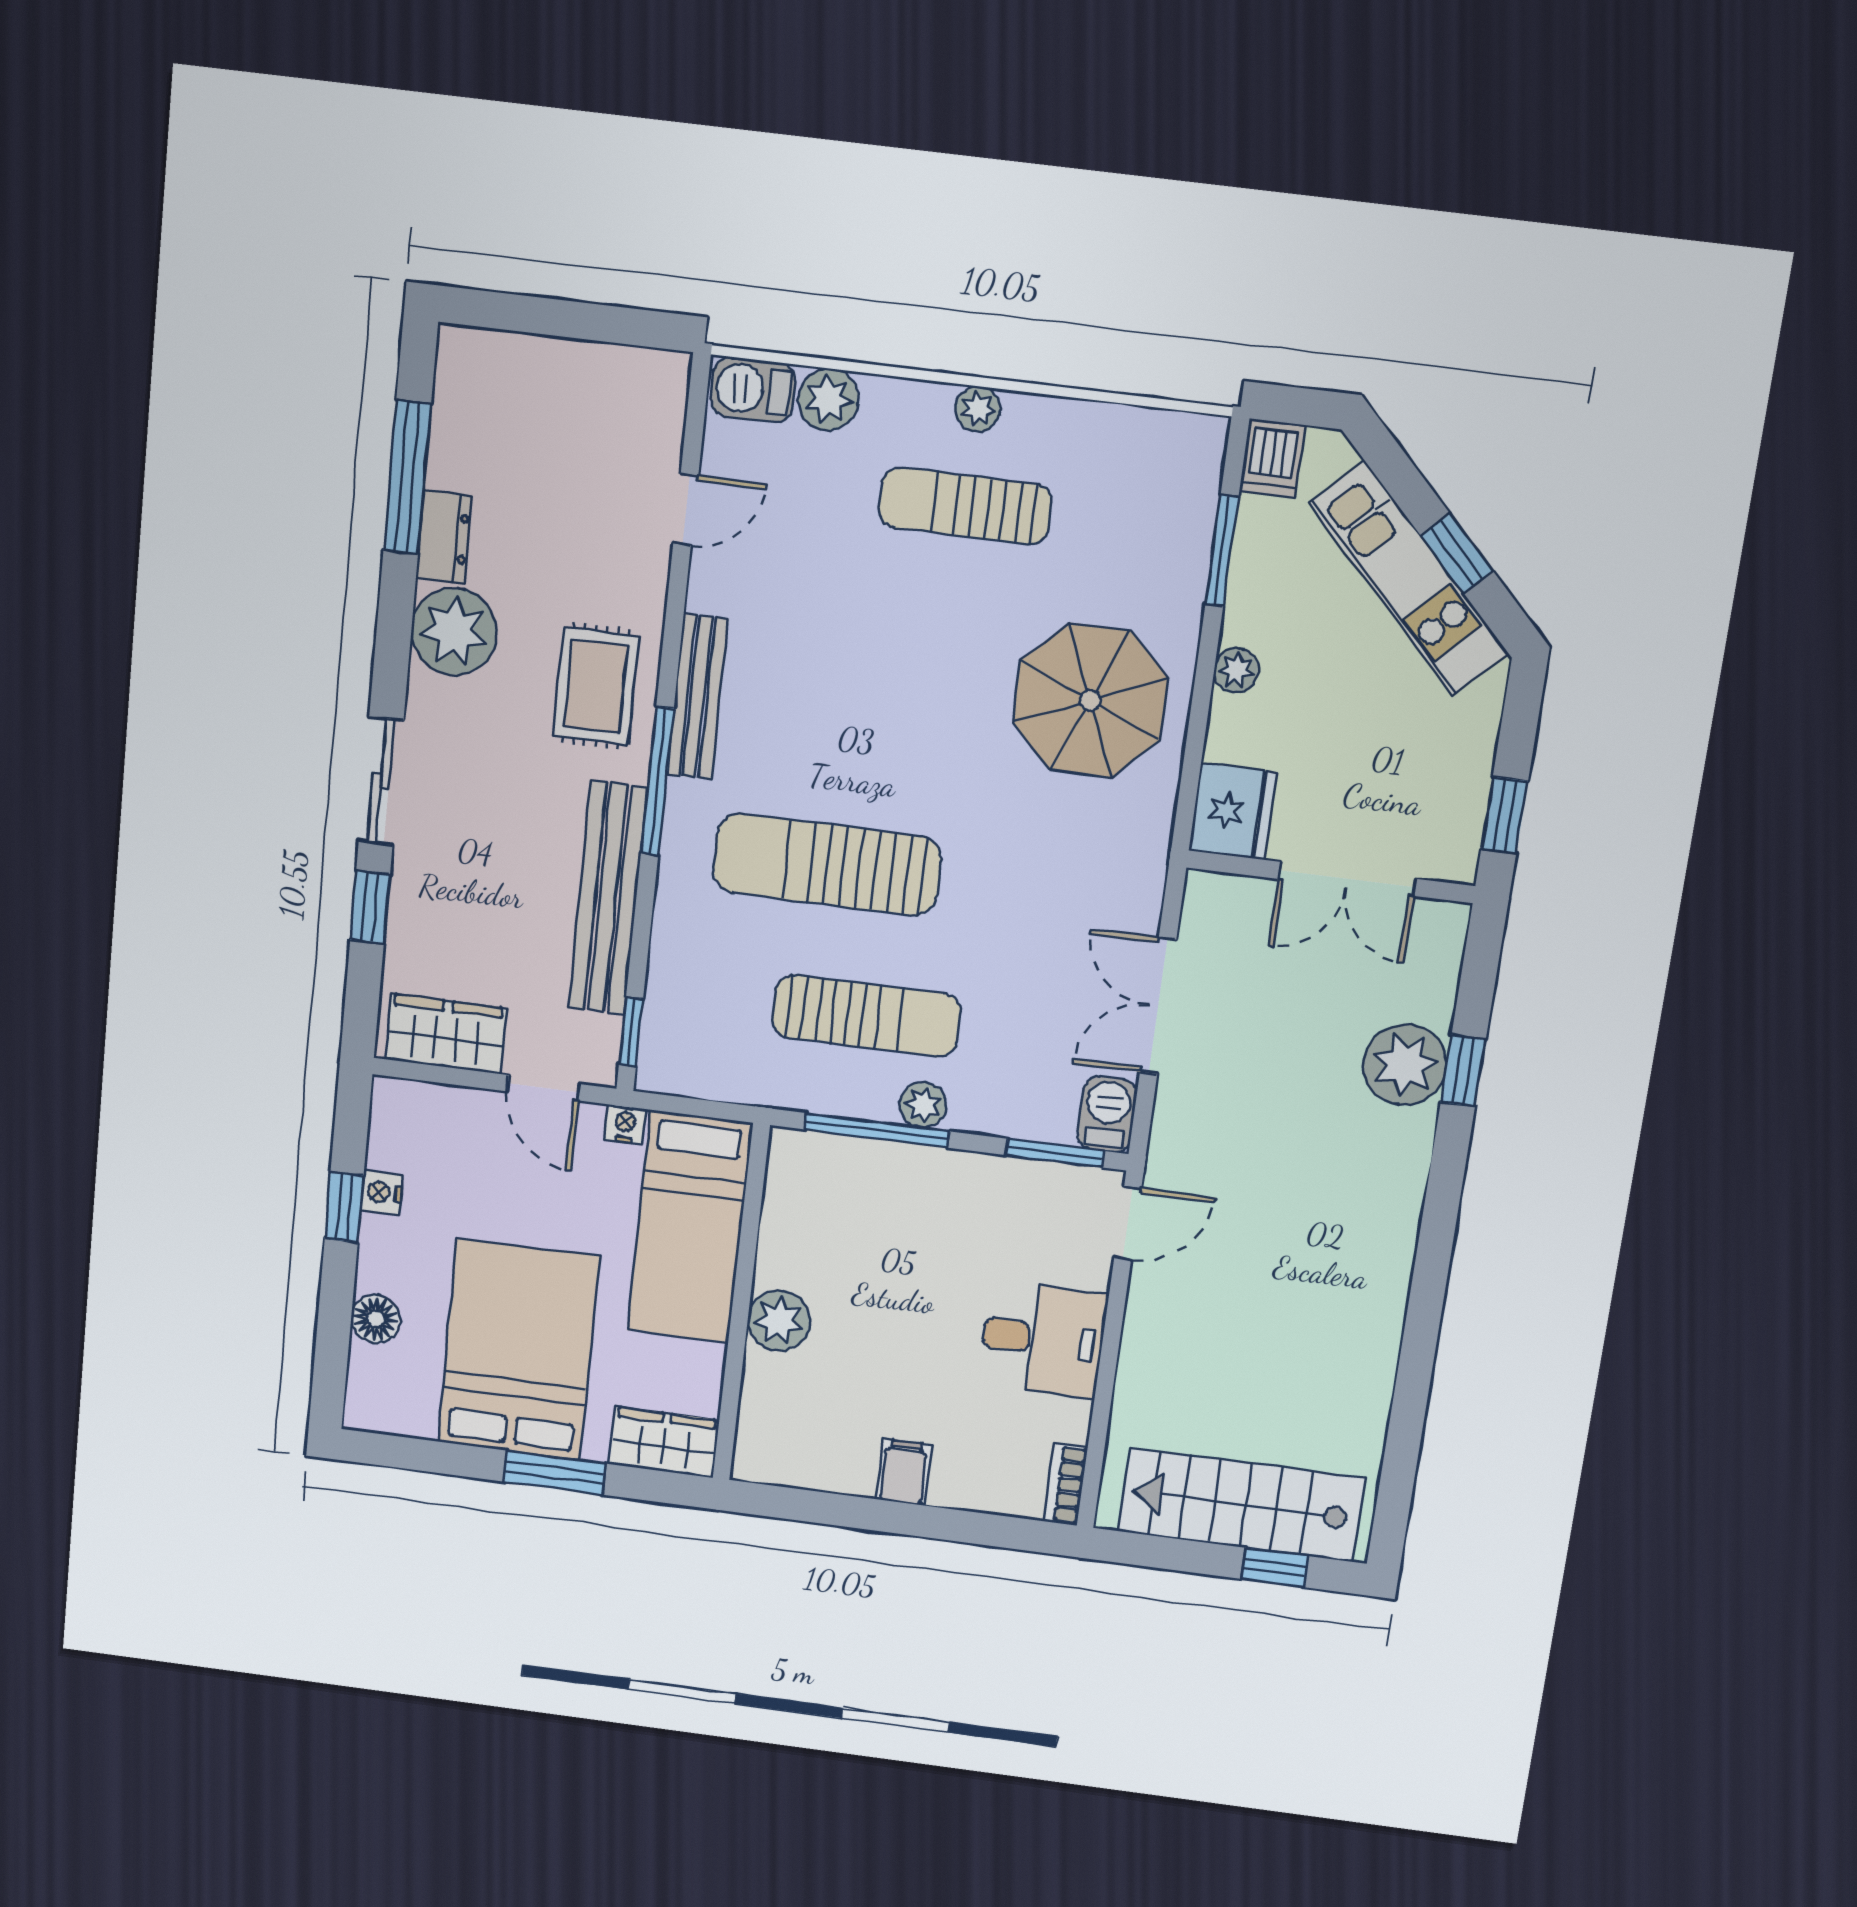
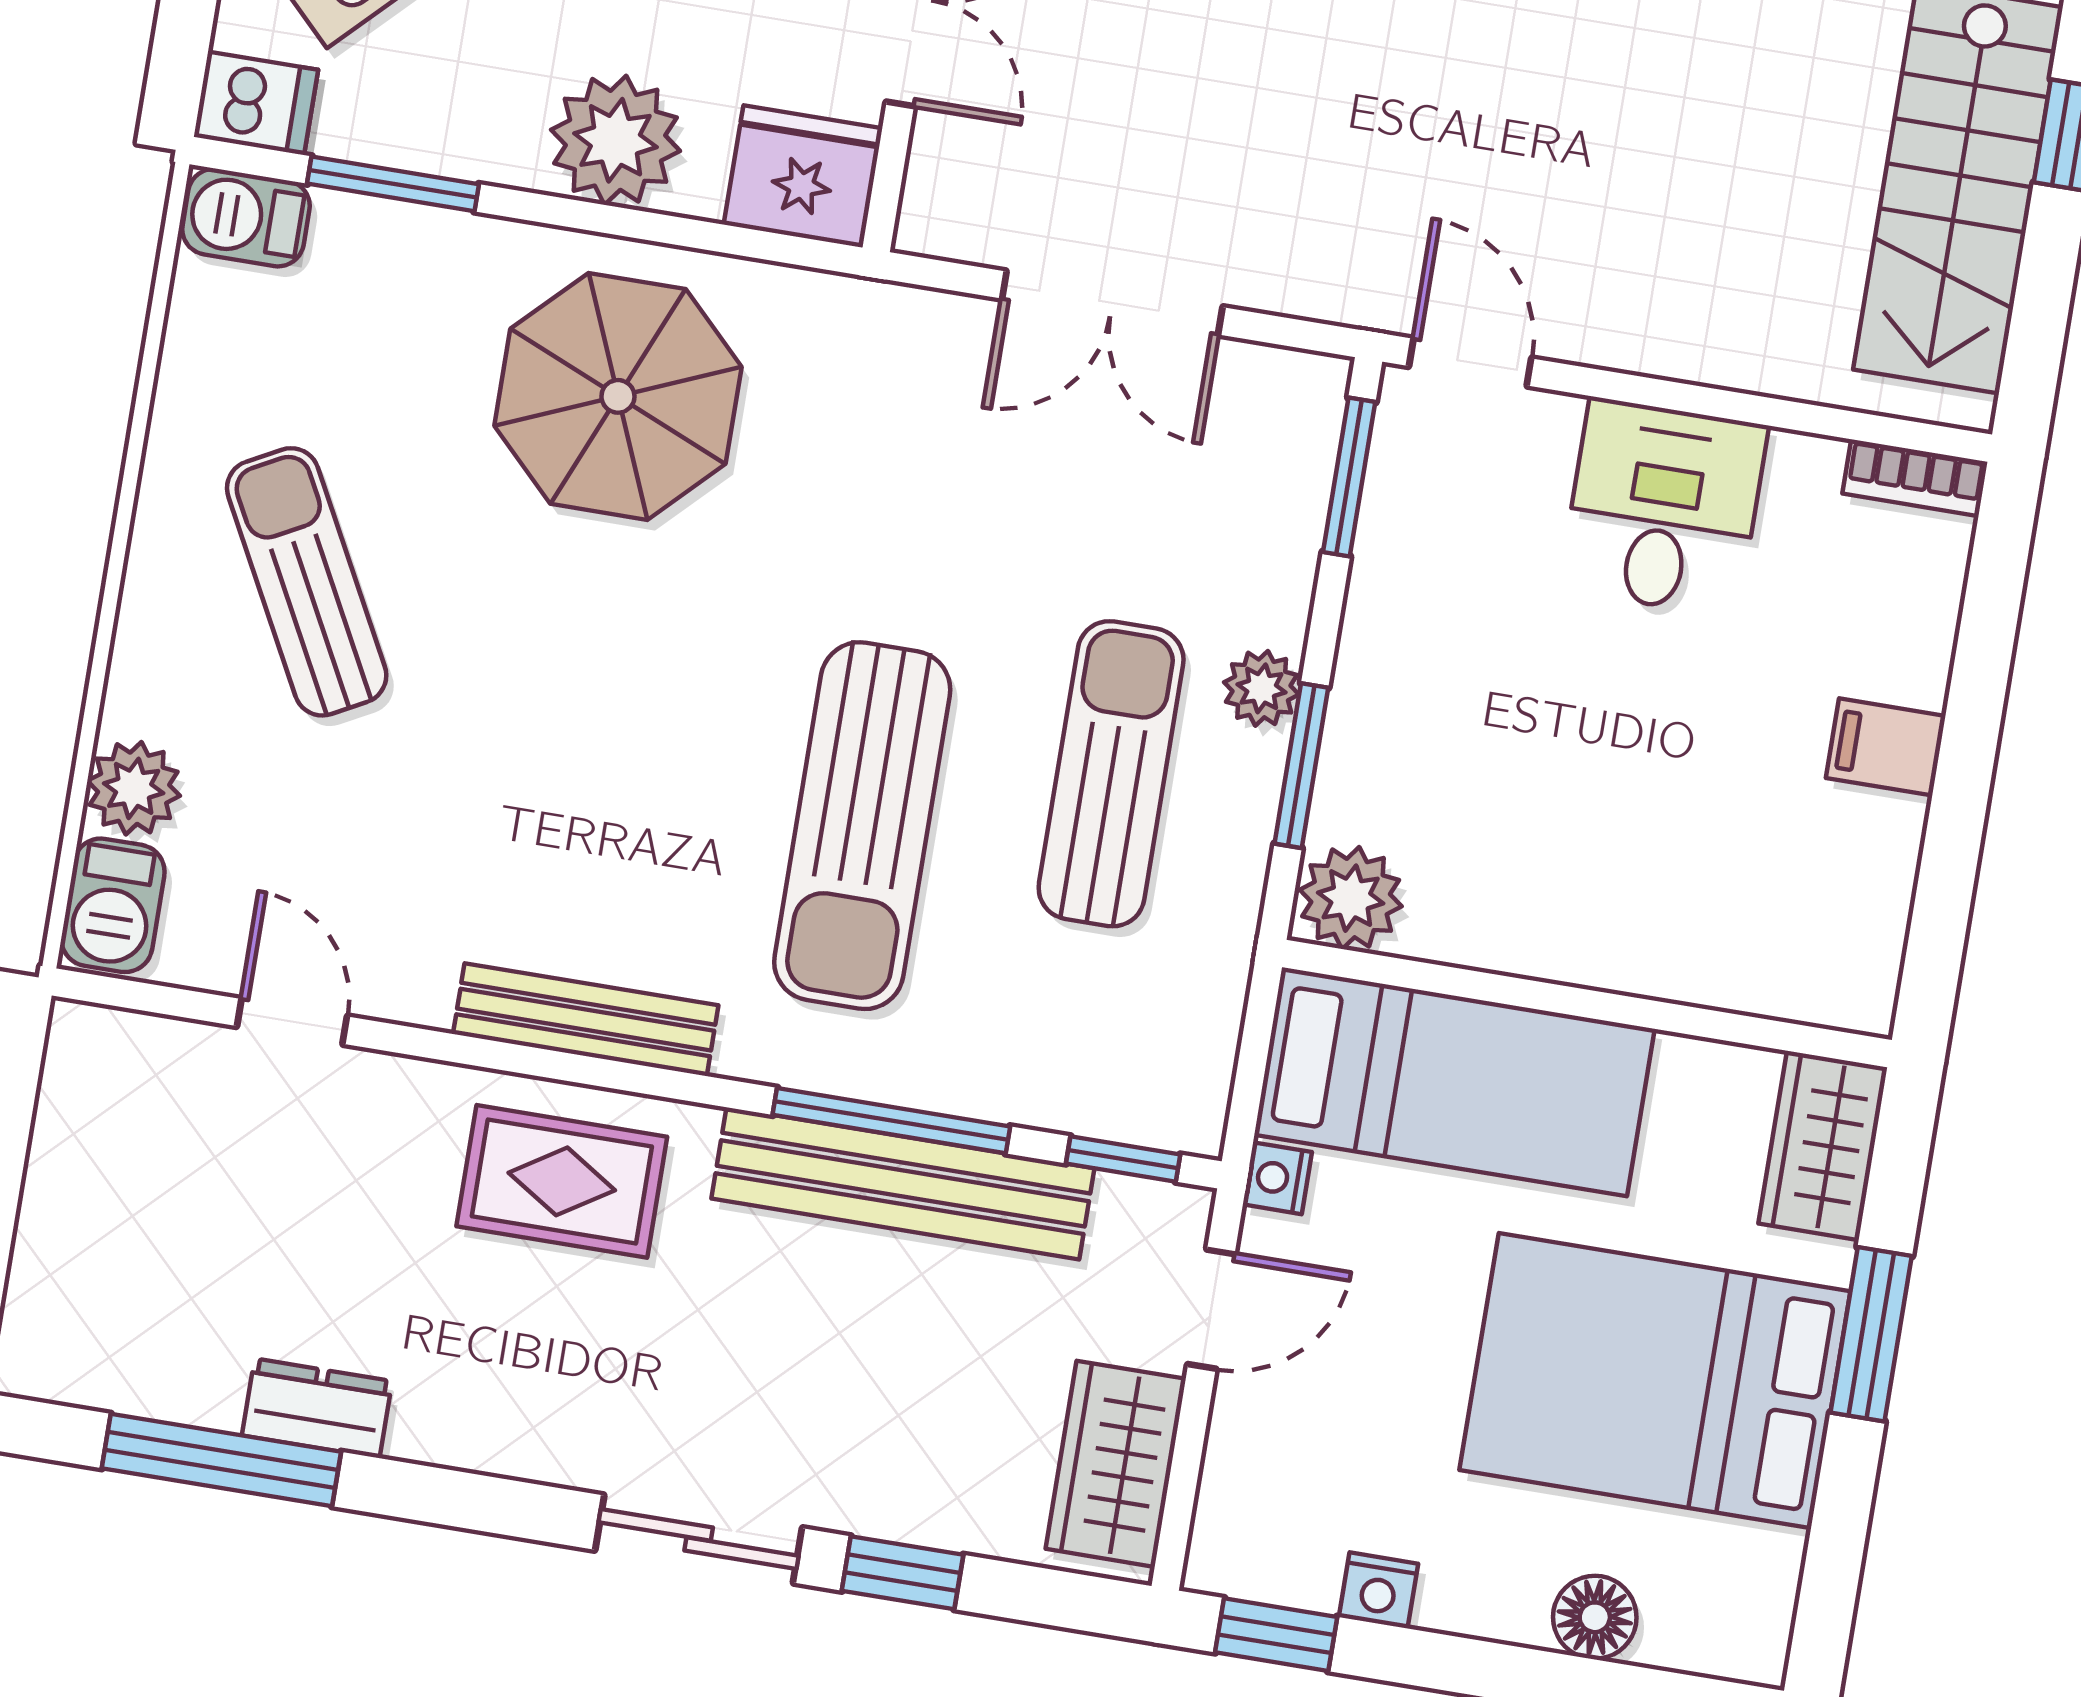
plant: (978, 409) -> (159, 556), removed
sun lounger: (965, 506) -> (307, 582), turned 152
plant: (454, 631) -> (466, 1403), removed
plant: (1236, 670) -> (615, 140), width x1.88, depth x1.88
window: (657, 781) -> (891, 1121), moved
barbecue: (1107, 1114) -> (246, 218), moved
window: (877, 1130) -> (1301, 766), width x0.69
window: (344, 1207) -> (1276, 1635), moved
plant: (779, 1320) -> (1351, 898), moved

